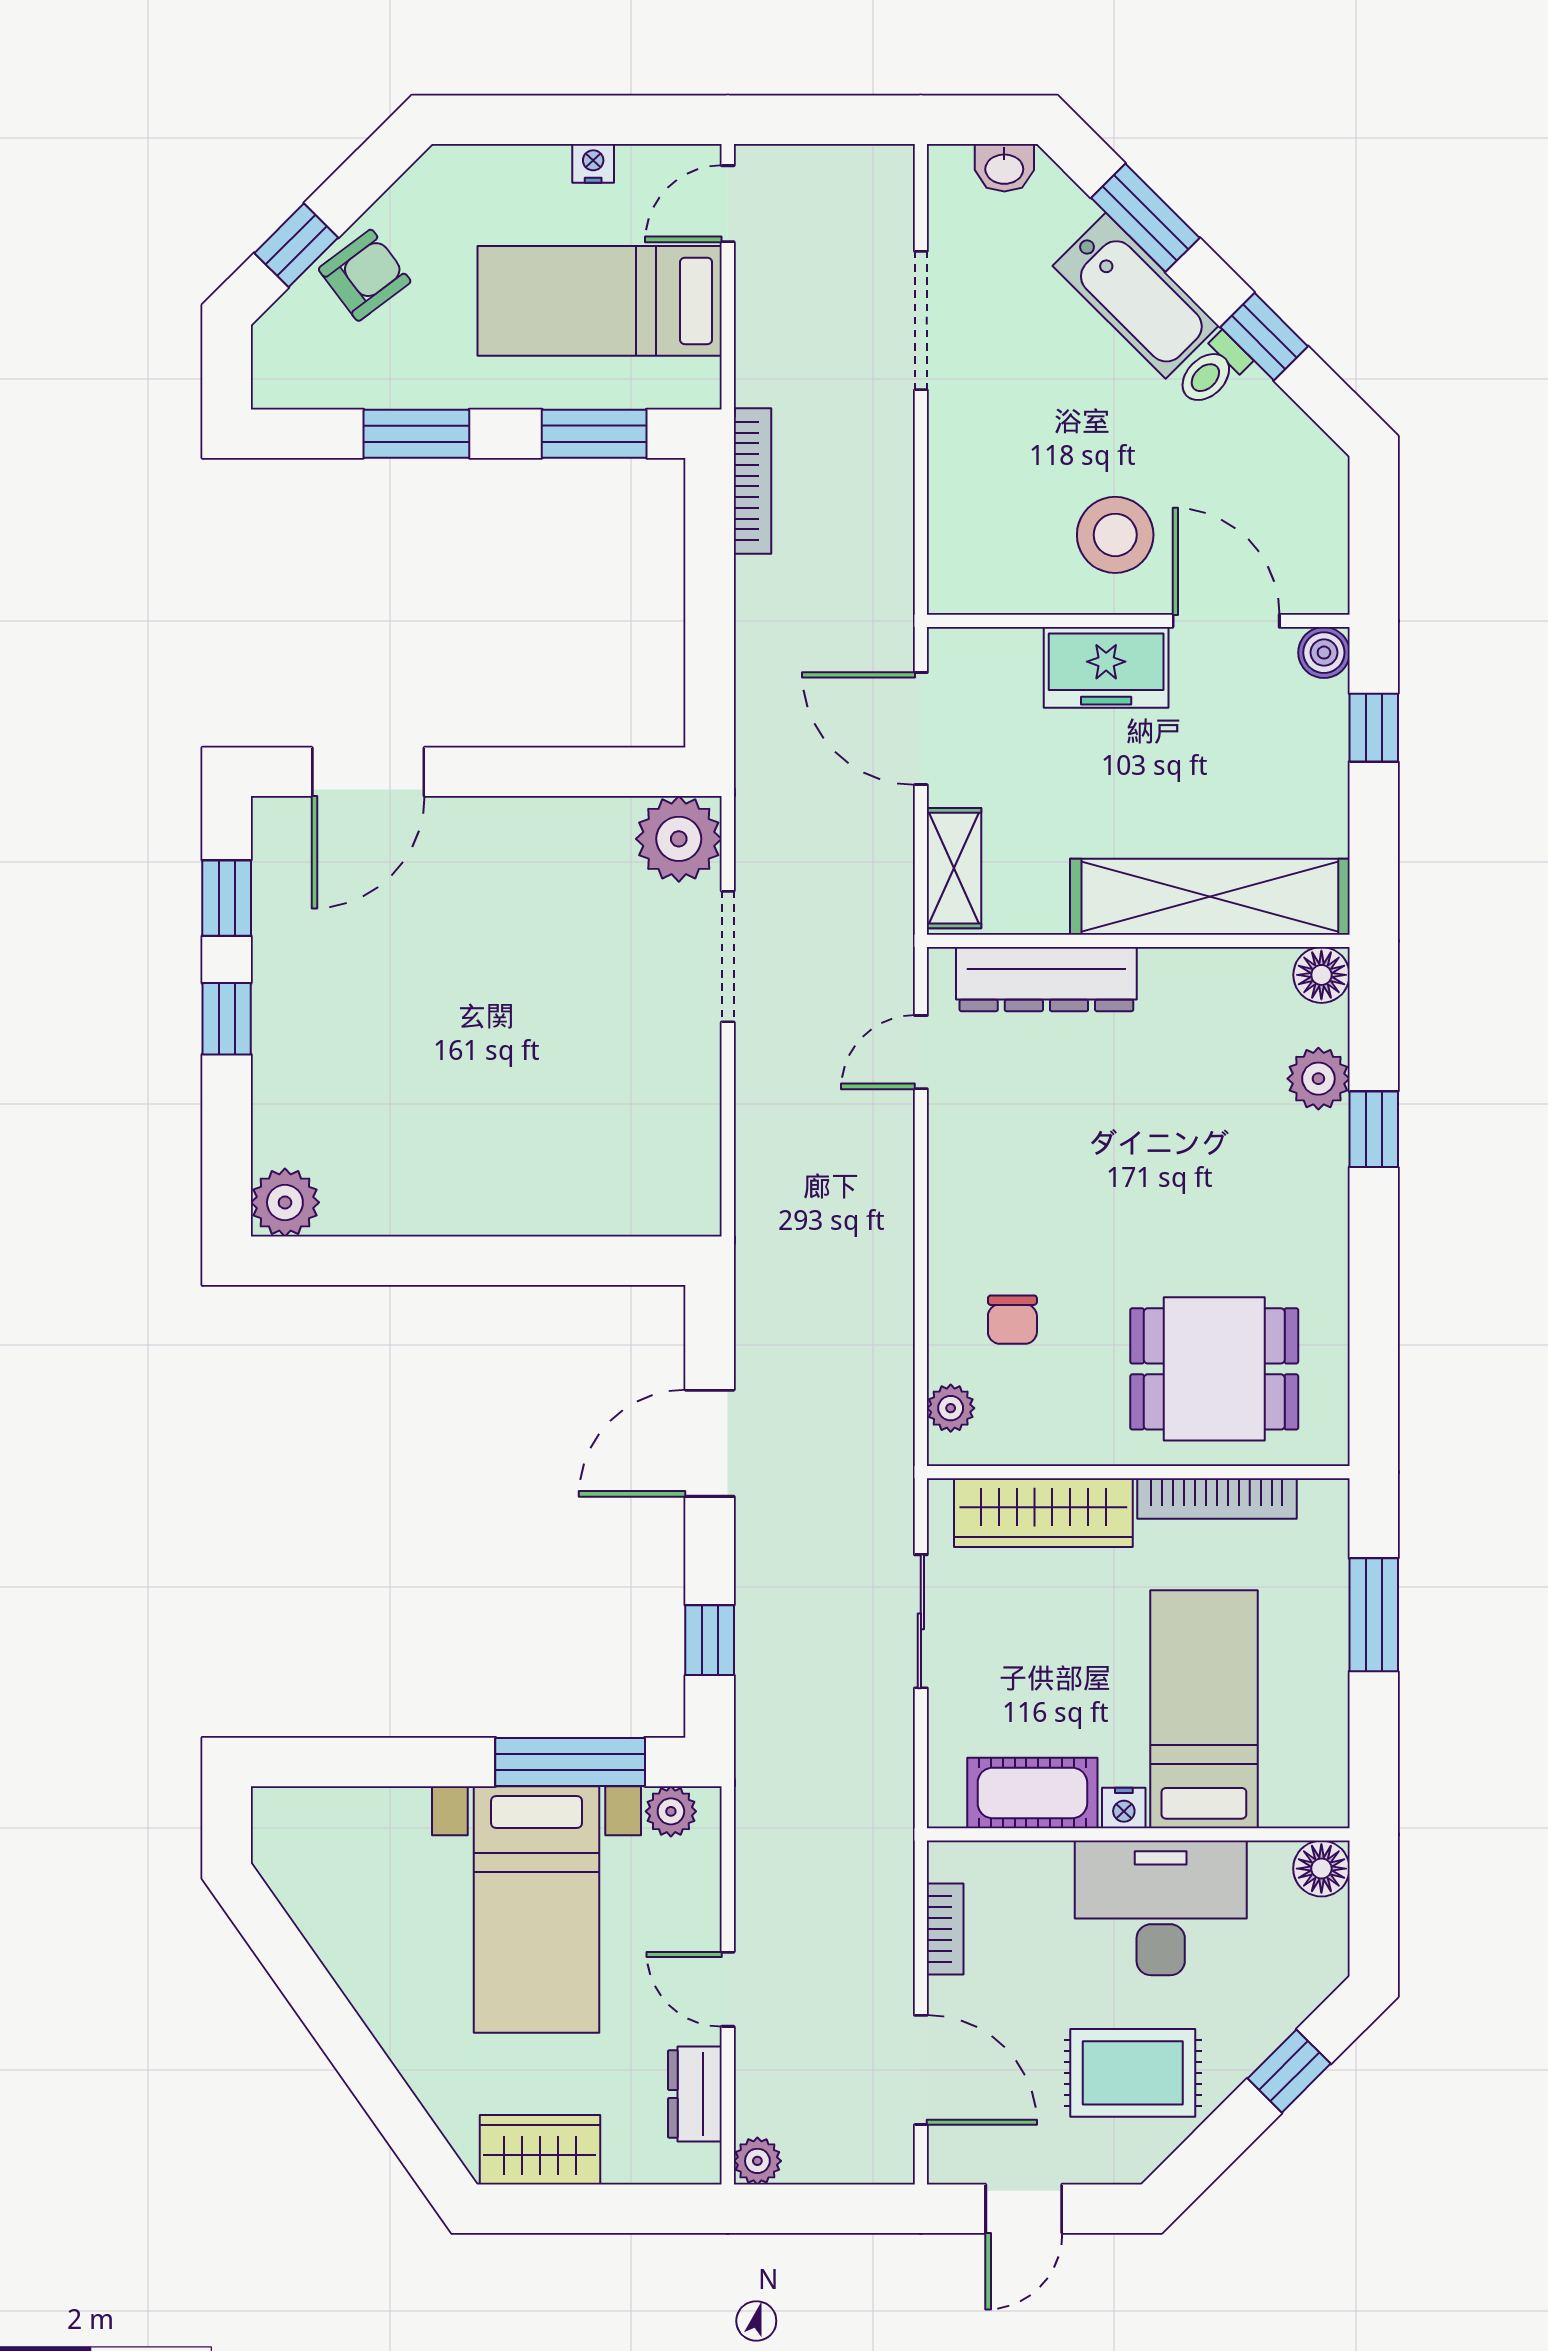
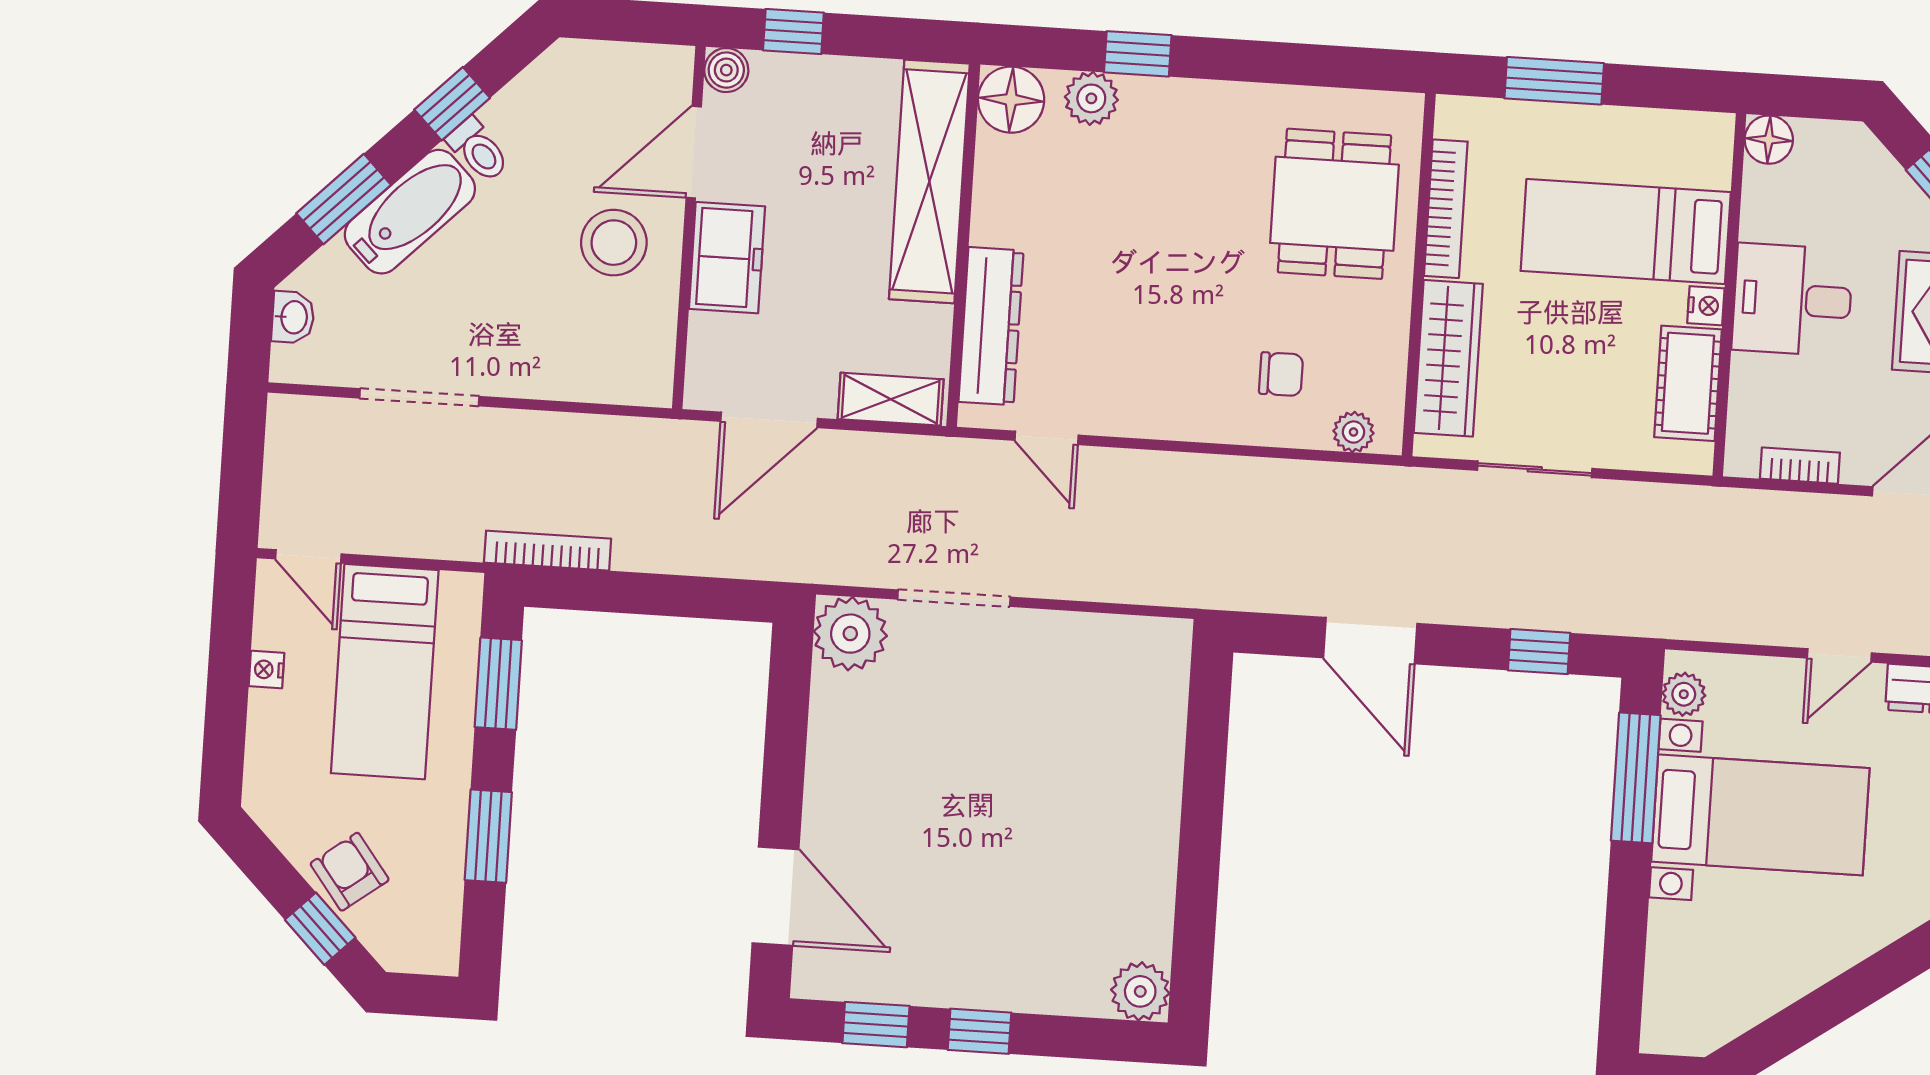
floor lamp: (1321, 975) -> (1011, 100), width x1.38, depth x1.38
desk: (1161, 1908) -> (1792, 300), width x0.73

